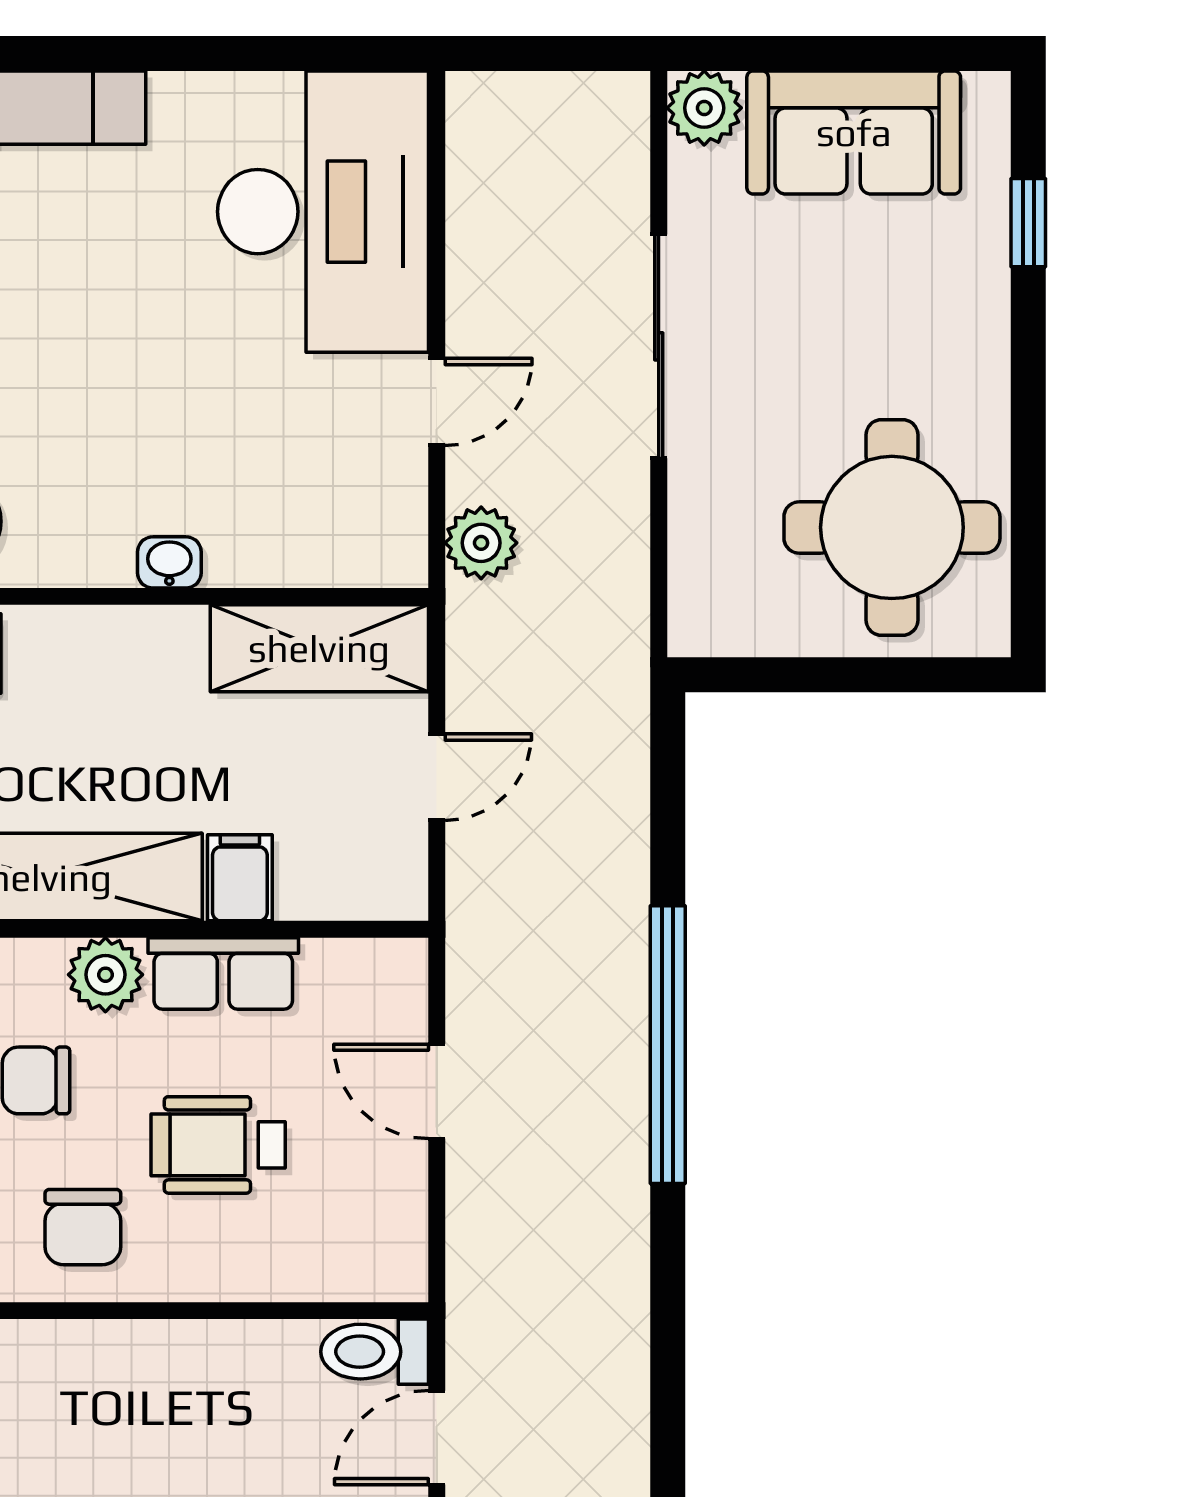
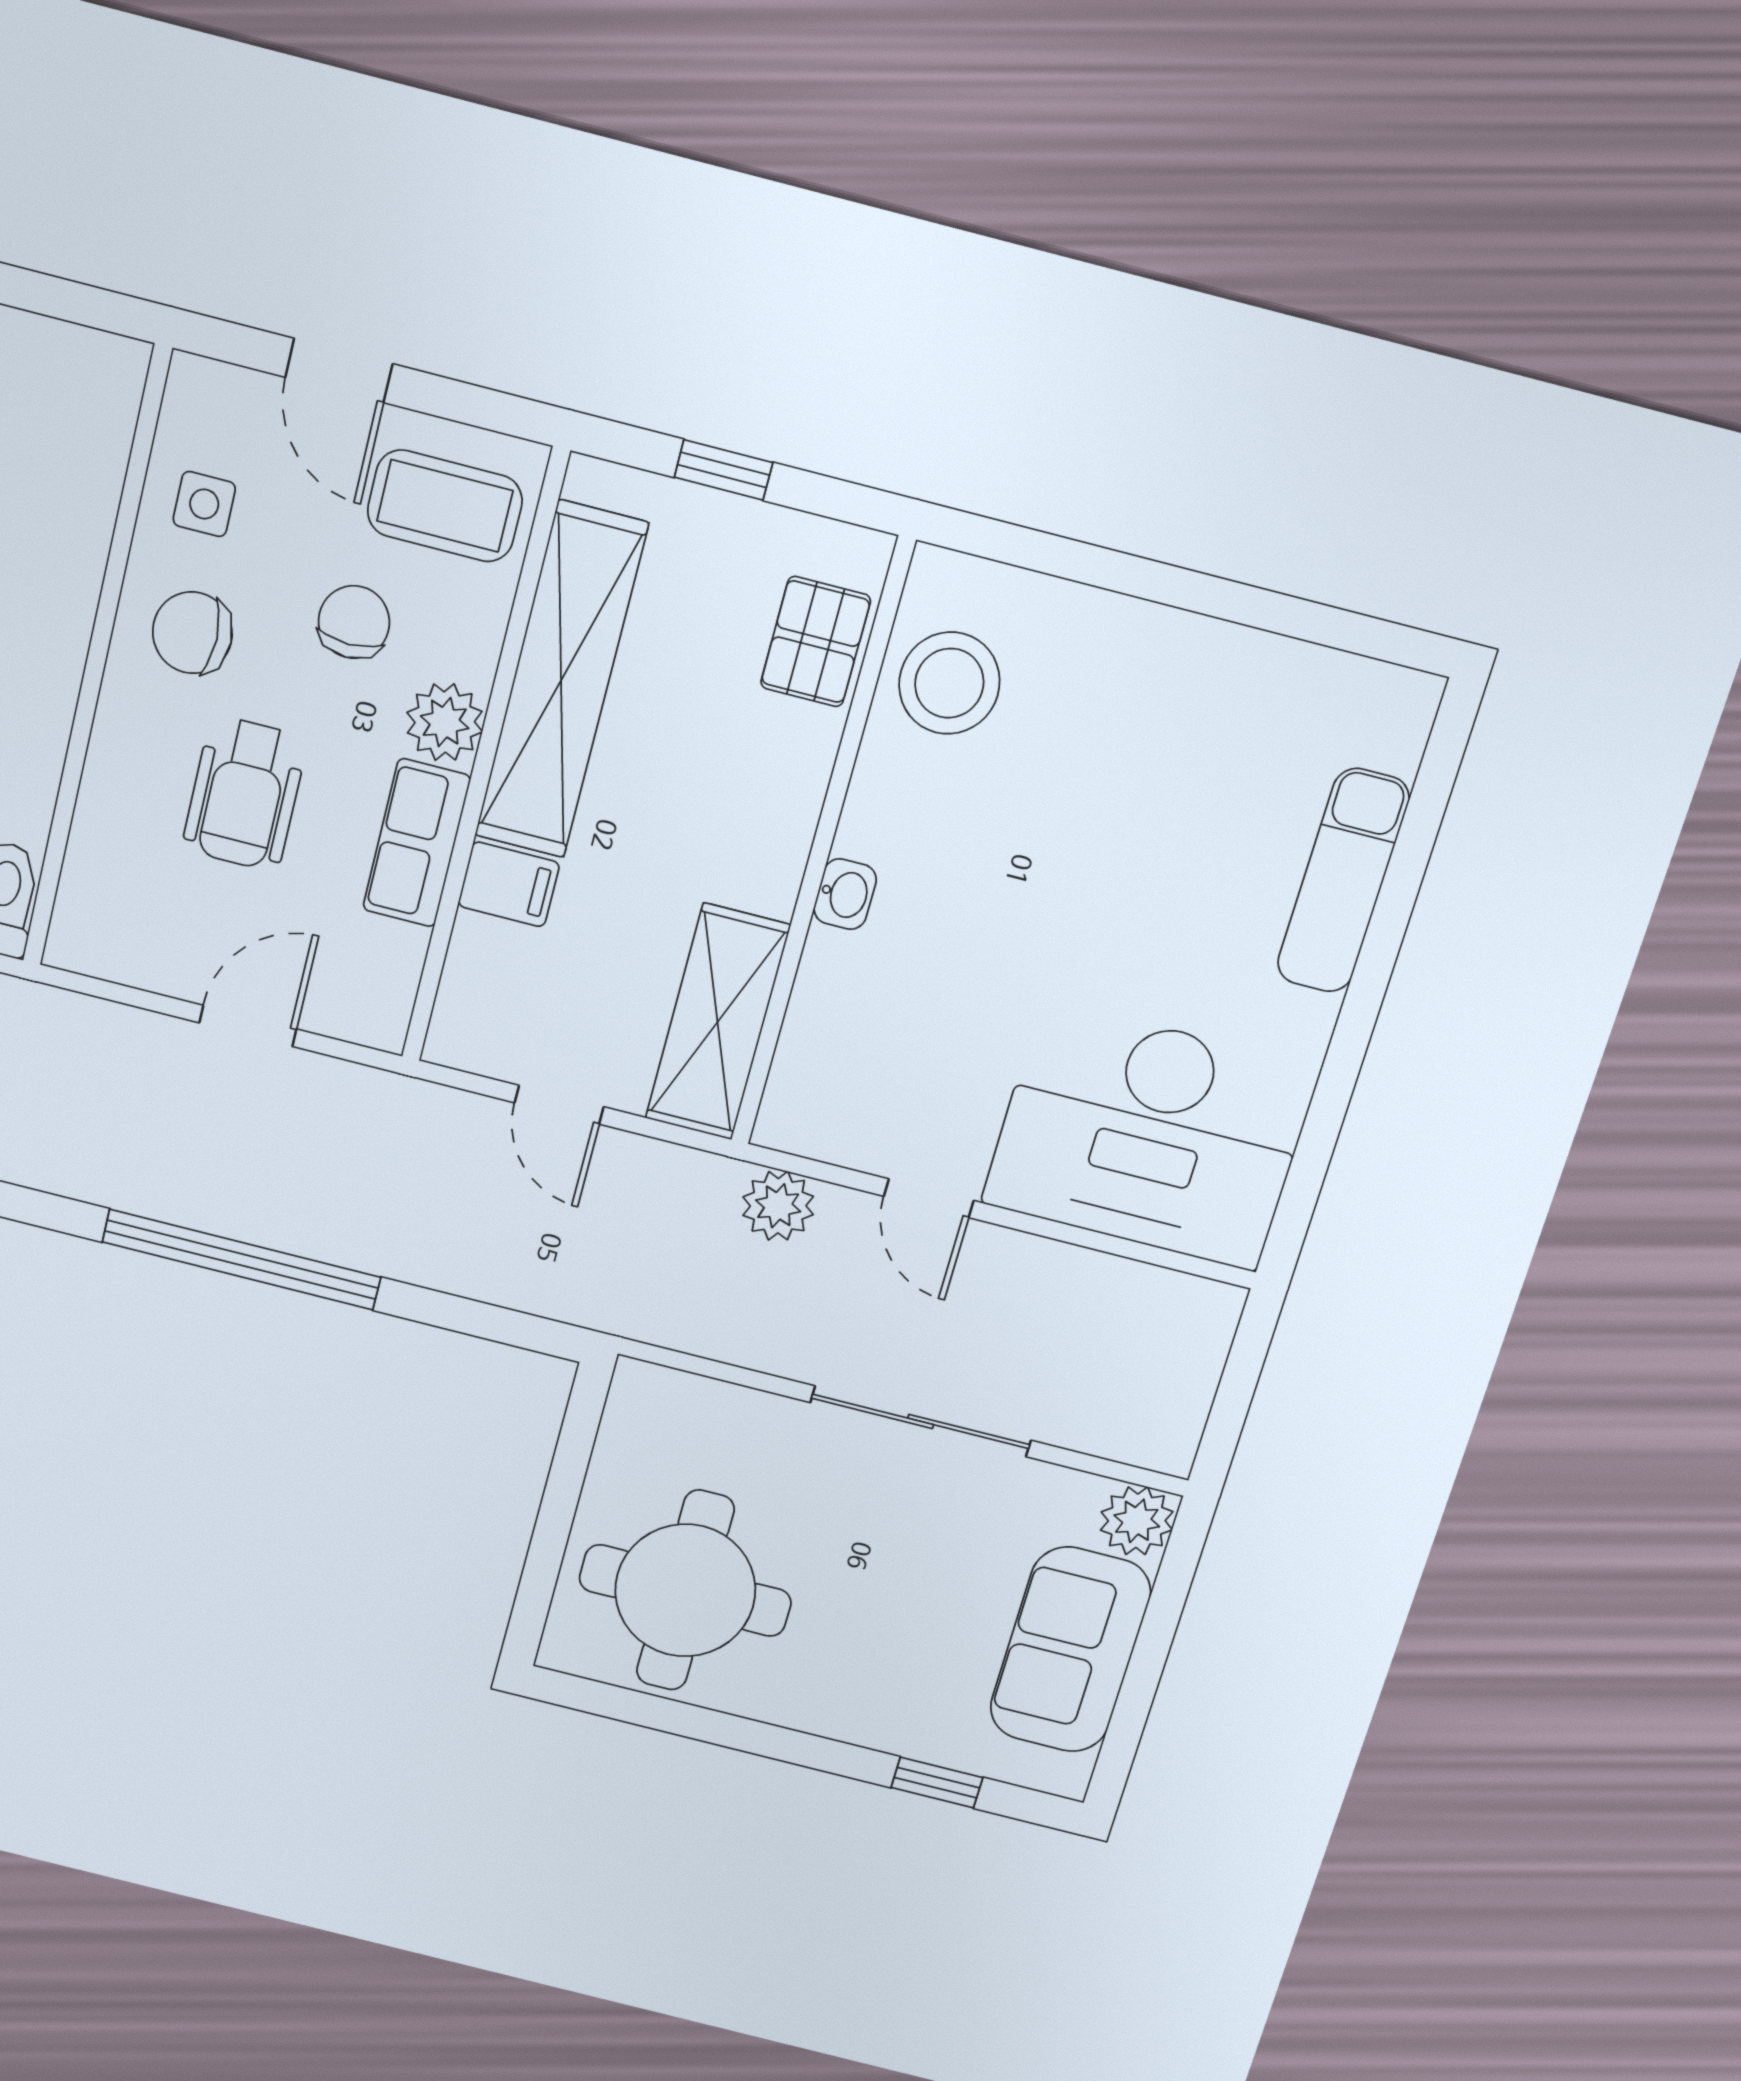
wheelchair: (218, 1145) -> (245, 794), turned 180

